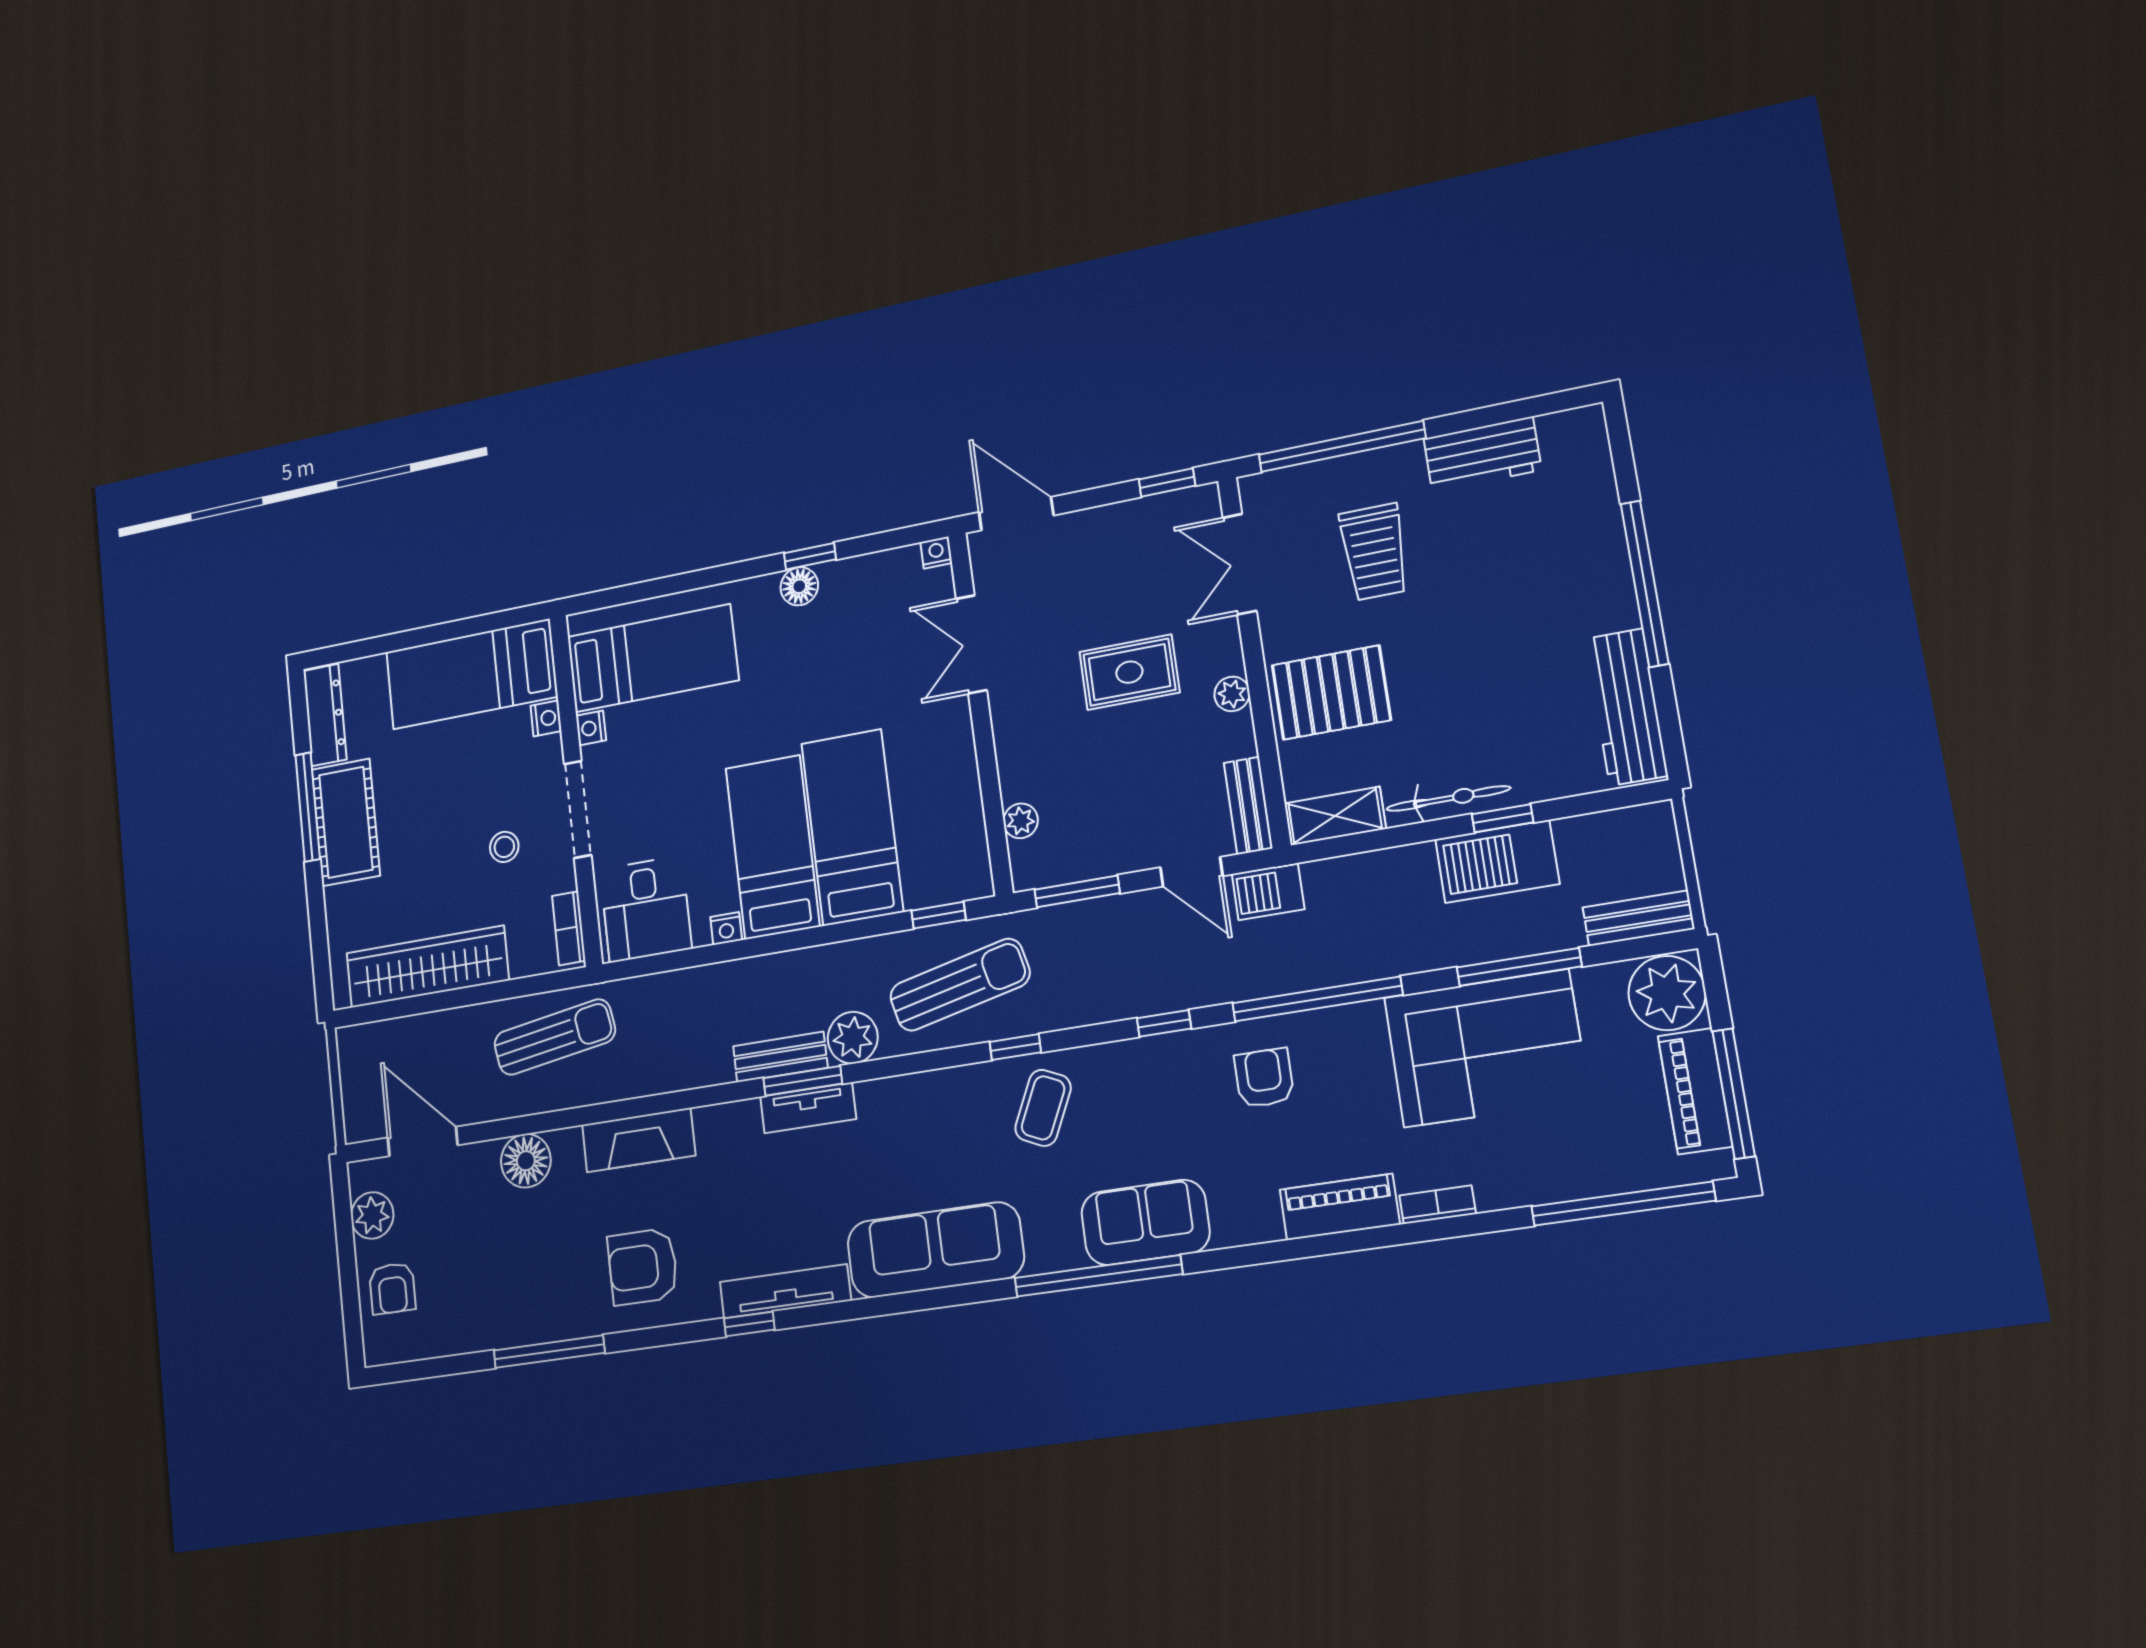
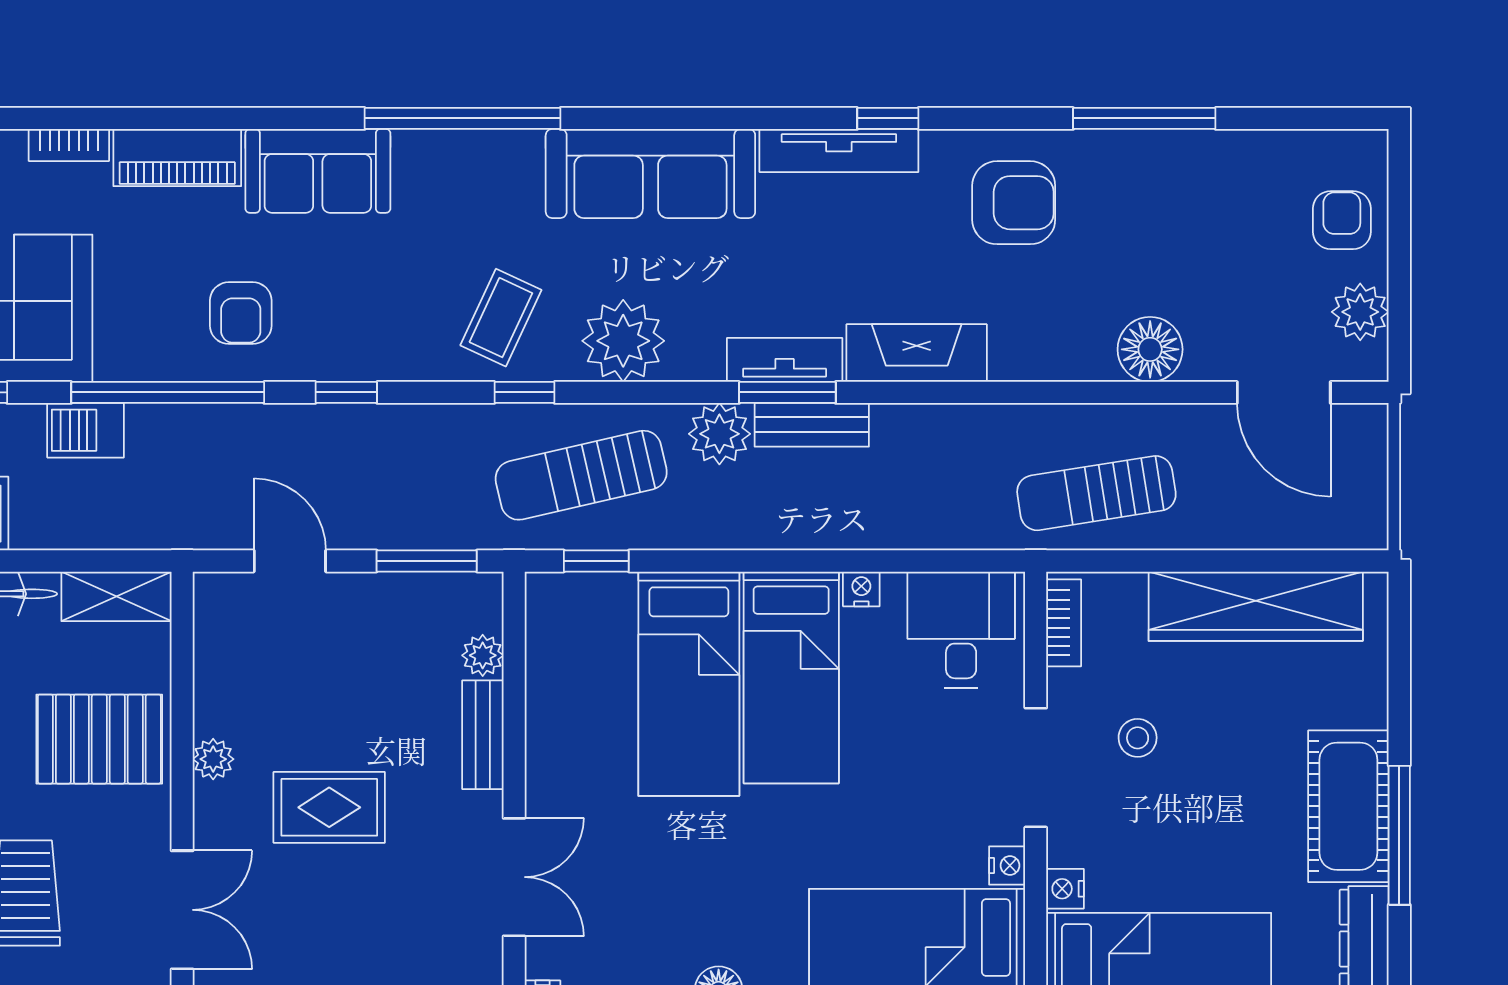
bench: (1248, 806) -> (483, 735), moved
barbecue: (1268, 892) -> (86, 430), moved, turned 180
plant: (940, 1104) -> (623, 341), added
fireplace: (639, 1140) -> (917, 353), moved
sofa: (1145, 1222) -> (318, 171), moved

